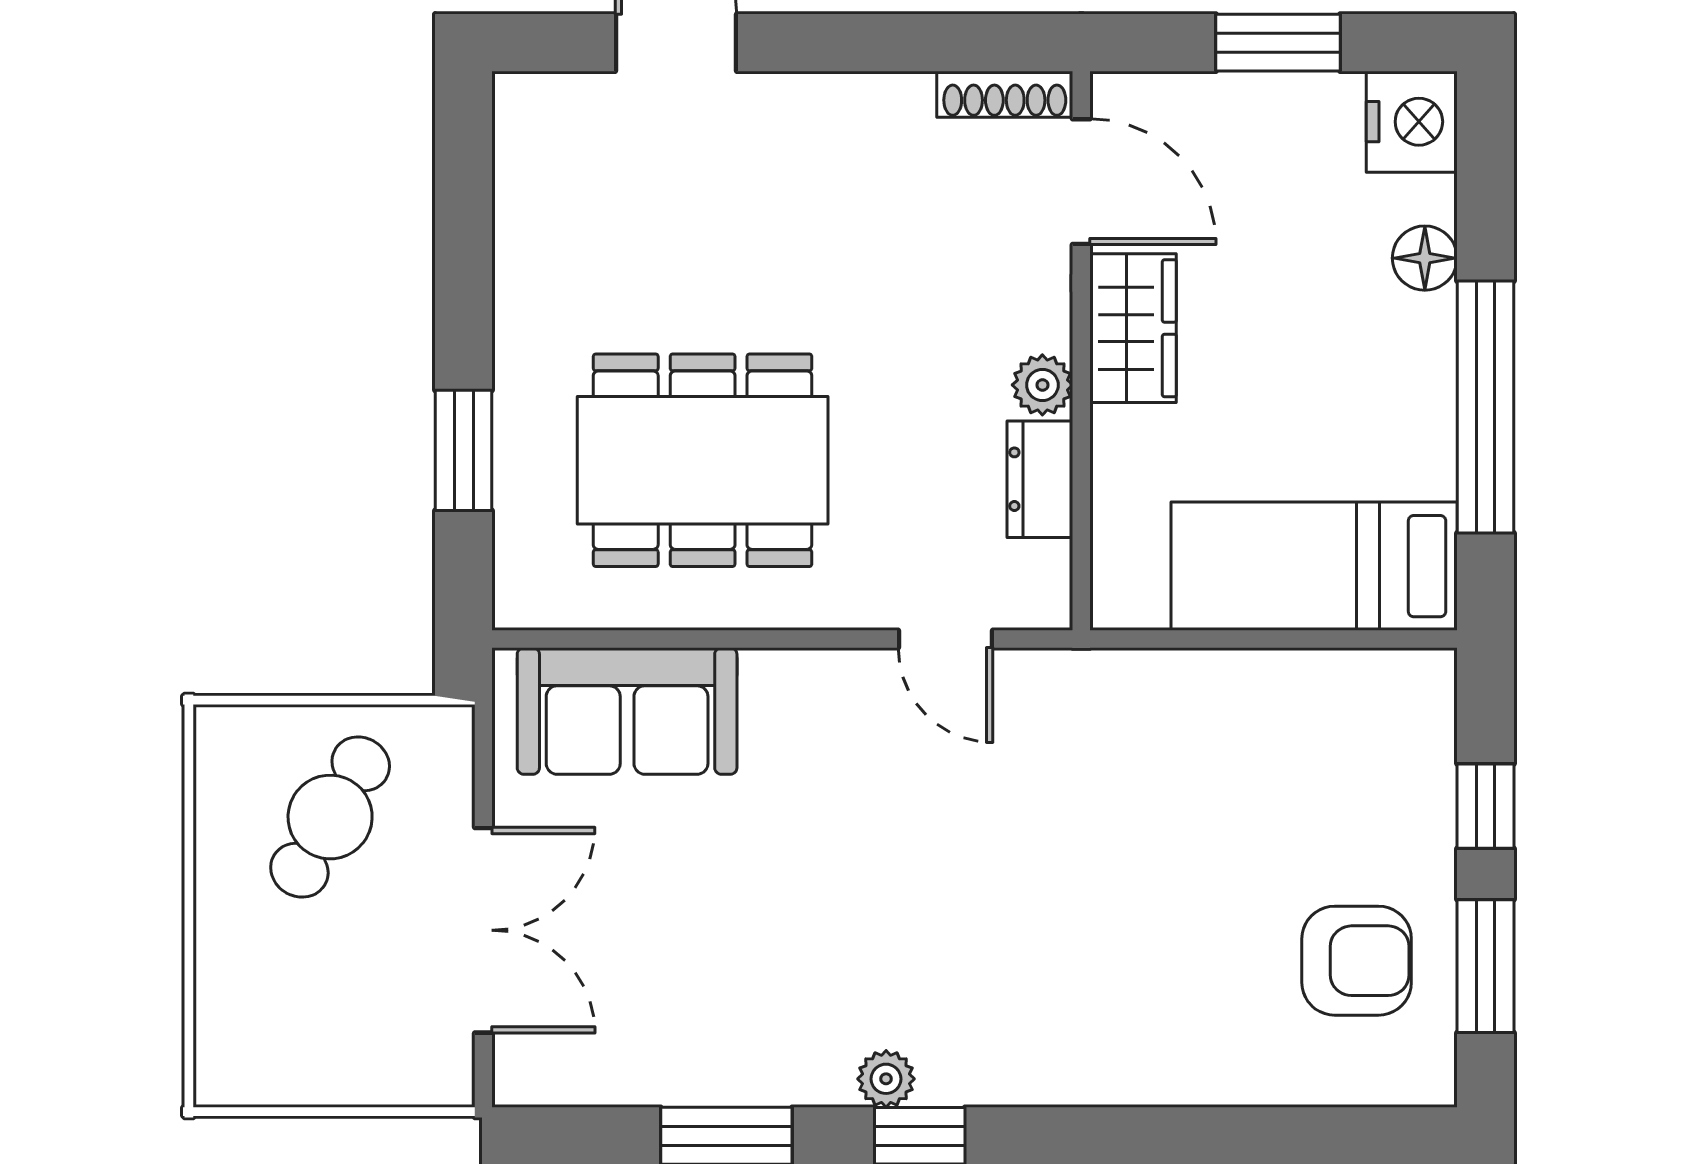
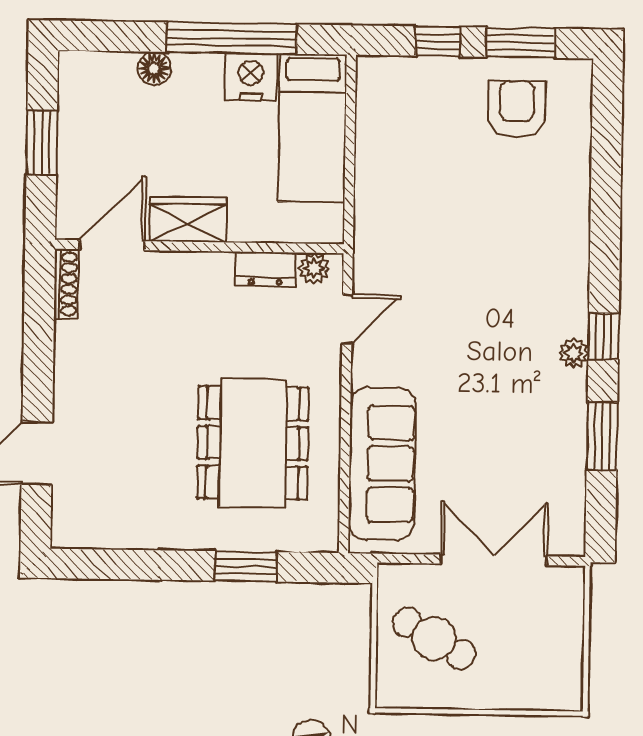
nightstand: (1412, 122) -> (251, 77), moved
plant: (1042, 385) -> (314, 268), moved
sofa: (627, 711) -> (382, 464), width x1.36

